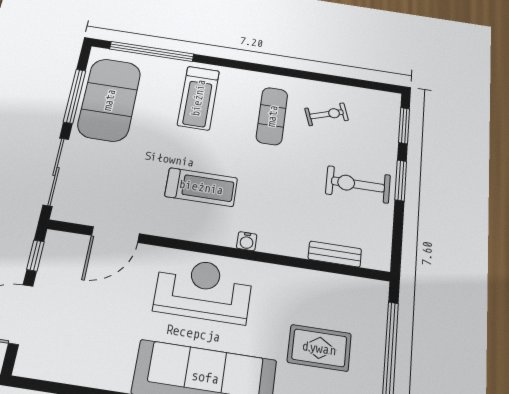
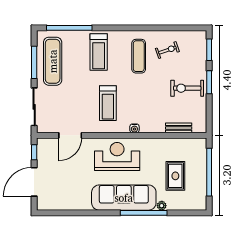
exercise mat: (109, 100) -> (53, 61), width x0.68
treadmill: (201, 187) -> (108, 103), turned 90
rug: (319, 348) -> (175, 176), turned 90

